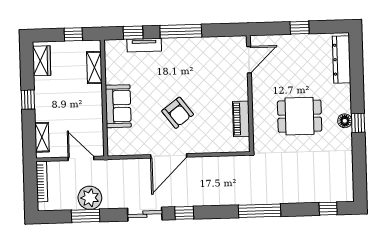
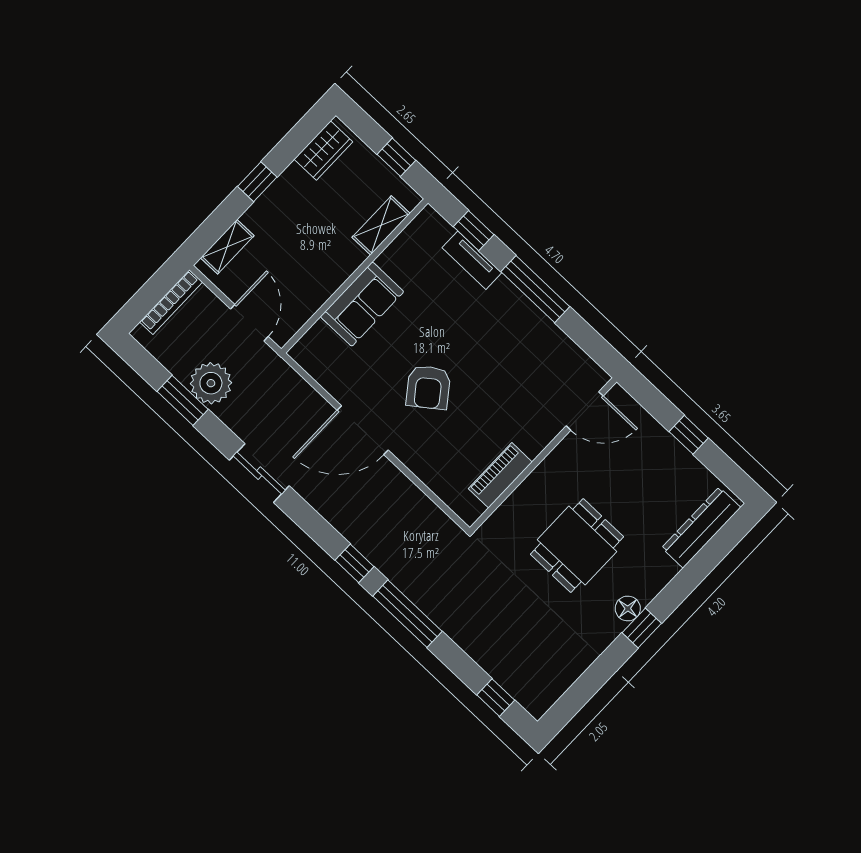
dining table: (300, 116) -> (577, 546), turned 90
window: (184, 213) -> (354, 563), moved

